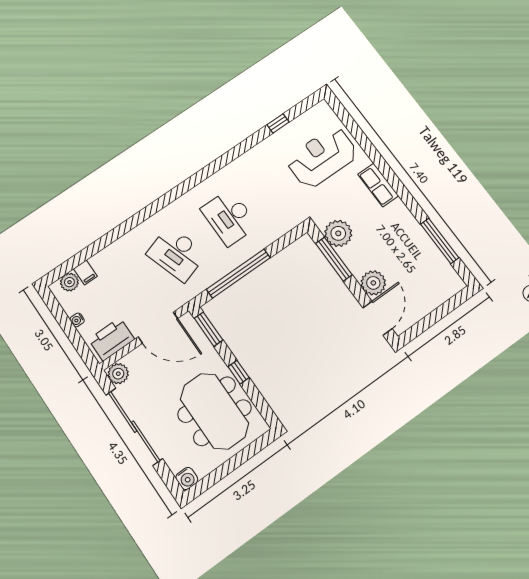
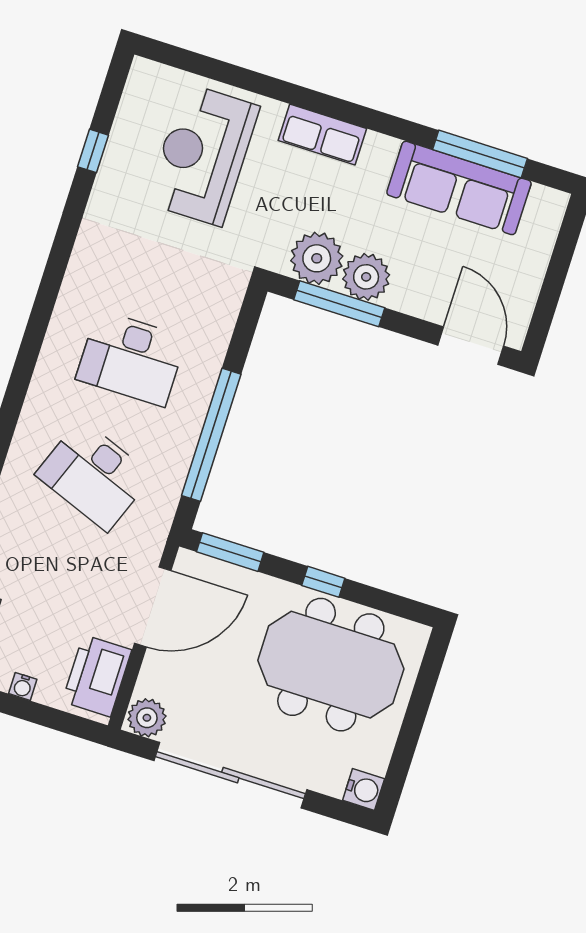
sofa: (420, 248) -> (459, 188), added
desk: (177, 254) -> (94, 475), turned 39
plant: (373, 283) -> (366, 277), moved

